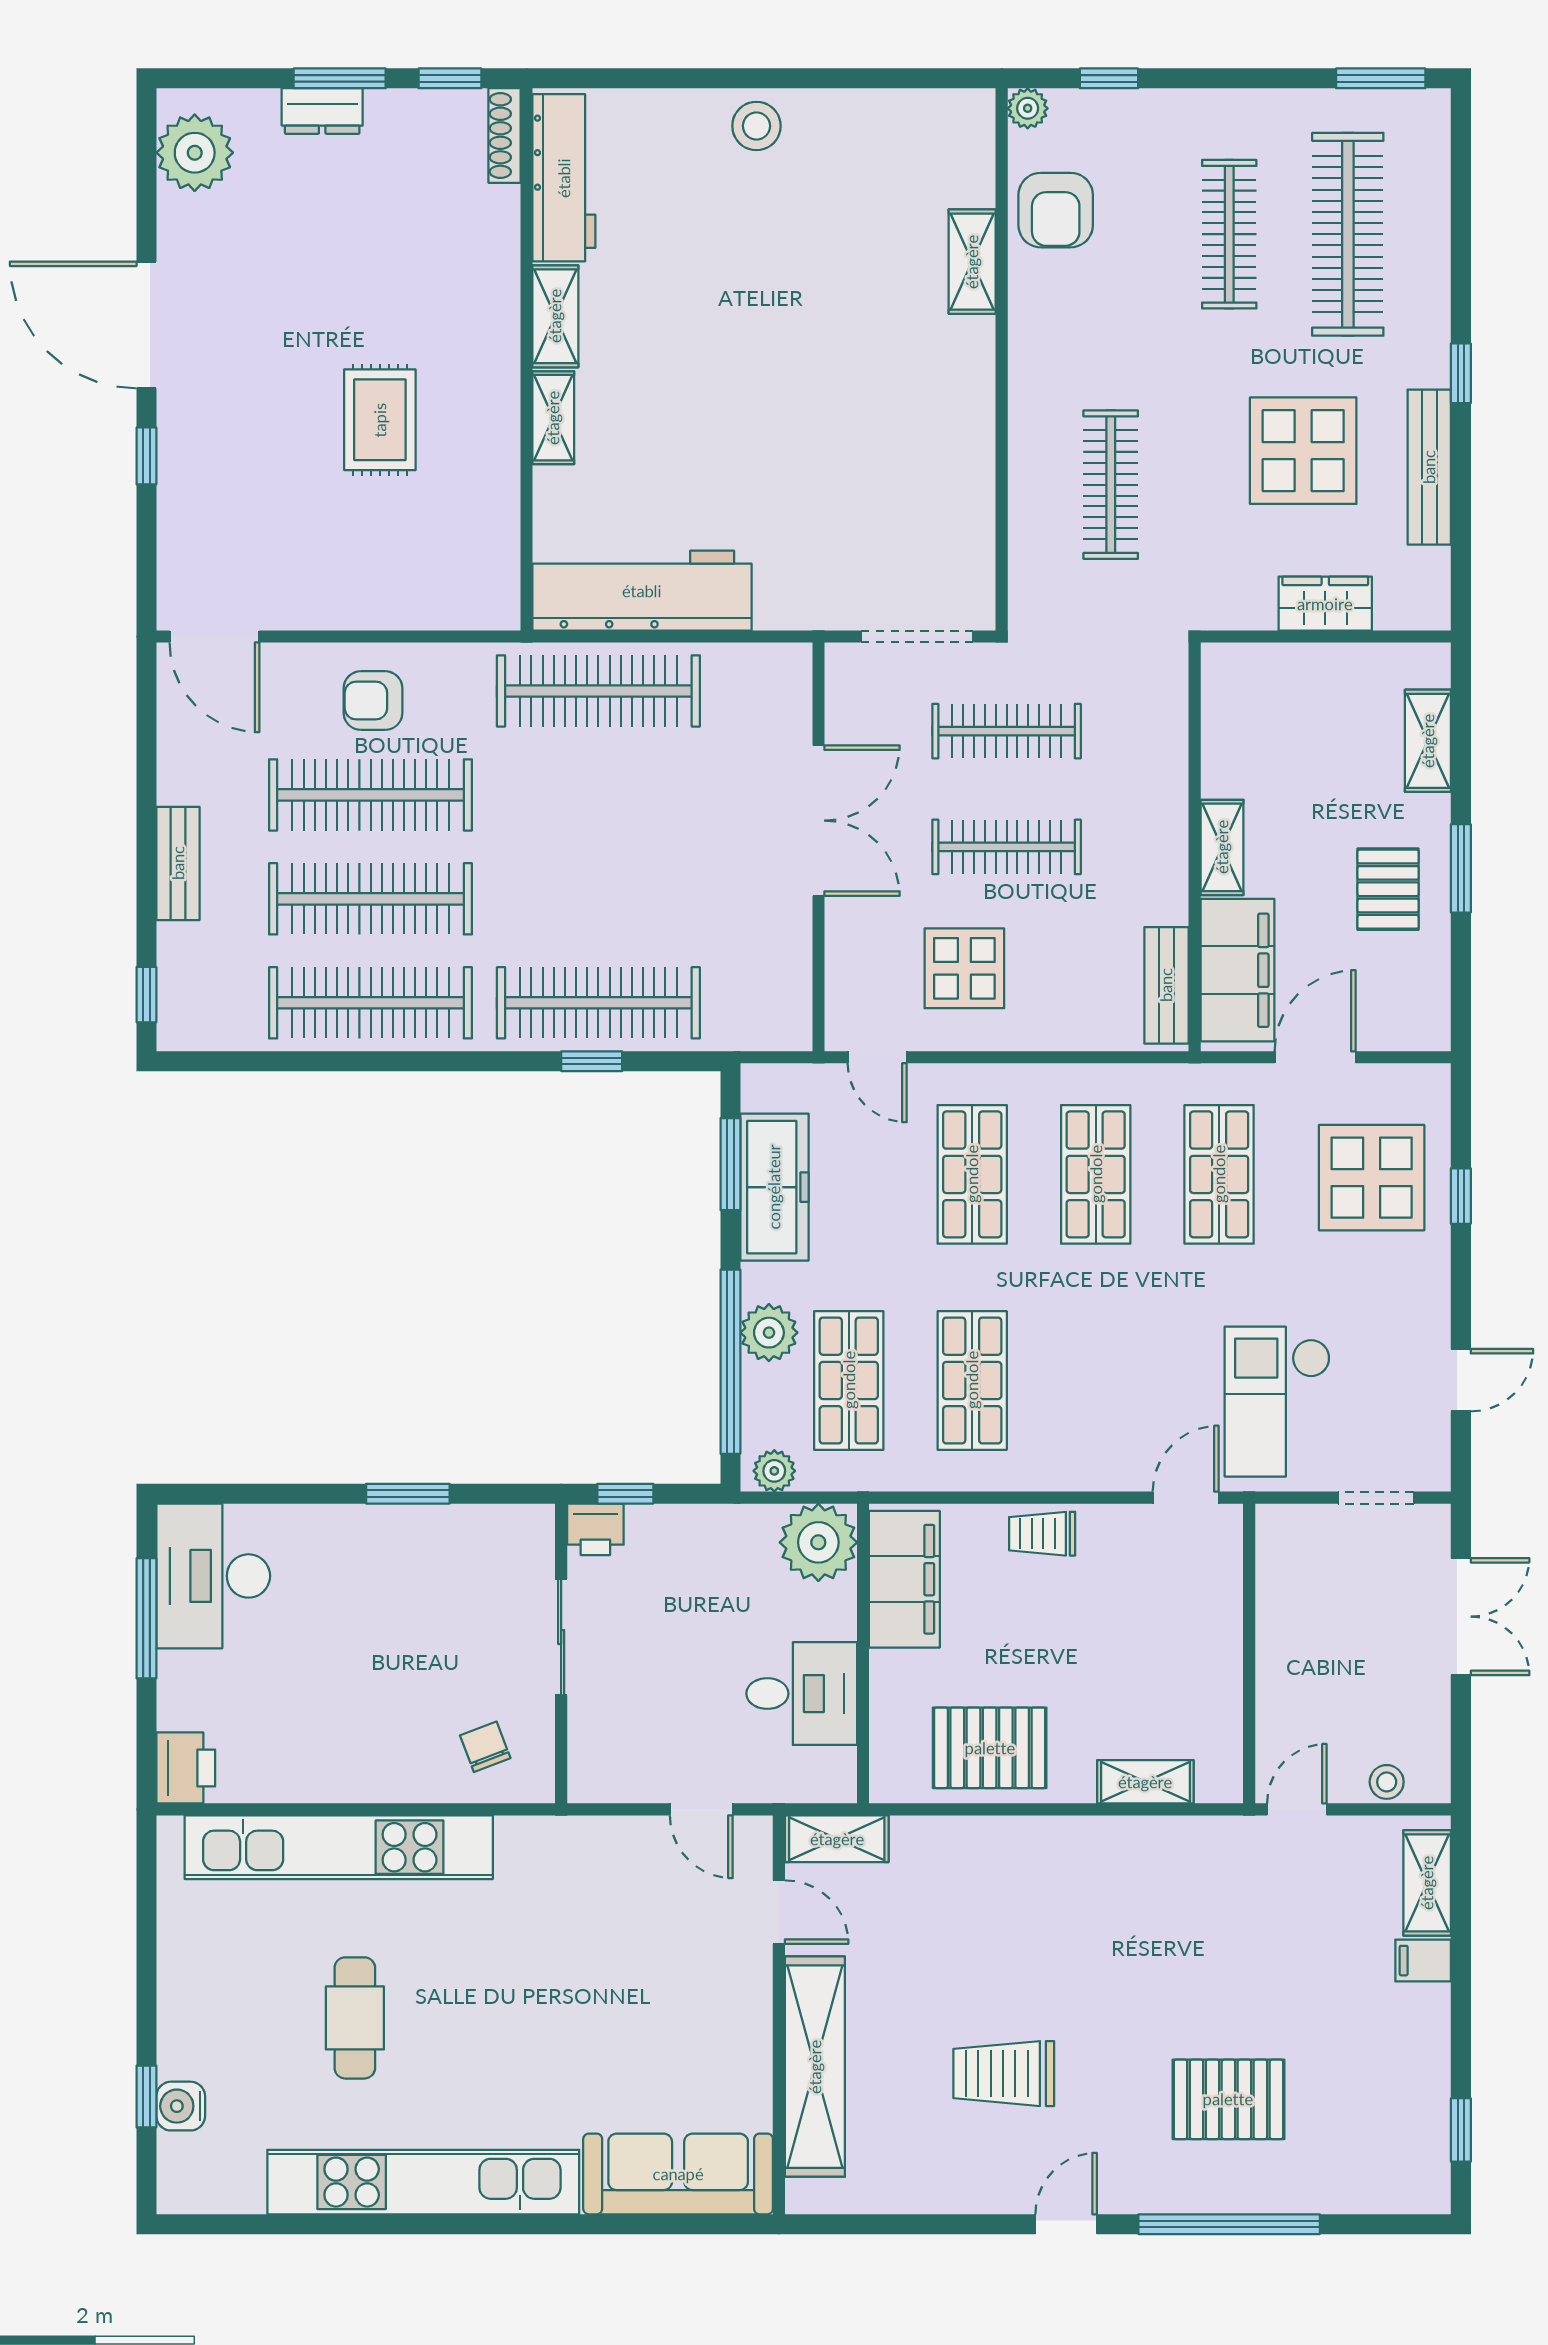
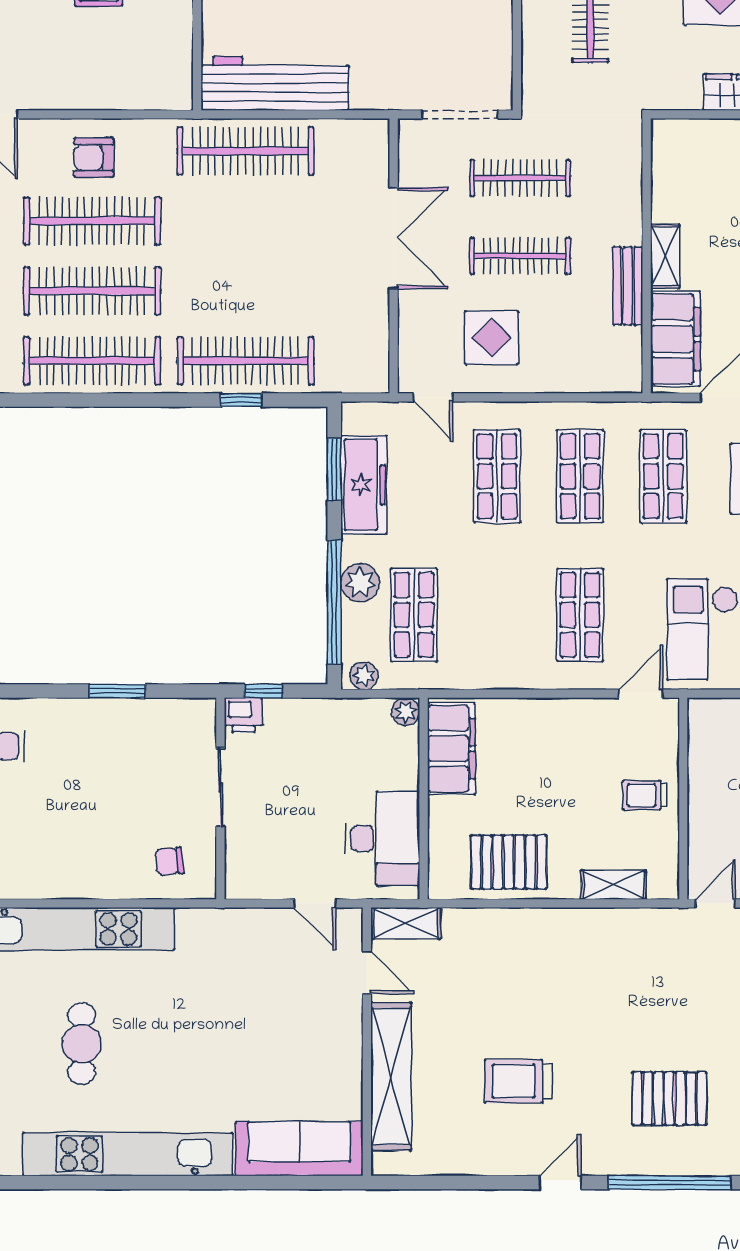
bench: (1166, 985) -> (628, 286), moved
shop shelf: (972, 1380) -> (580, 615), moved
trolley: (1042, 1534) -> (645, 795), moved
plant: (818, 1542) -> (406, 712), width x0.53, depth x0.53
desk: (802, 1694) -> (382, 838), width x1.37
chair: (485, 1747) -> (169, 861), turned -75

